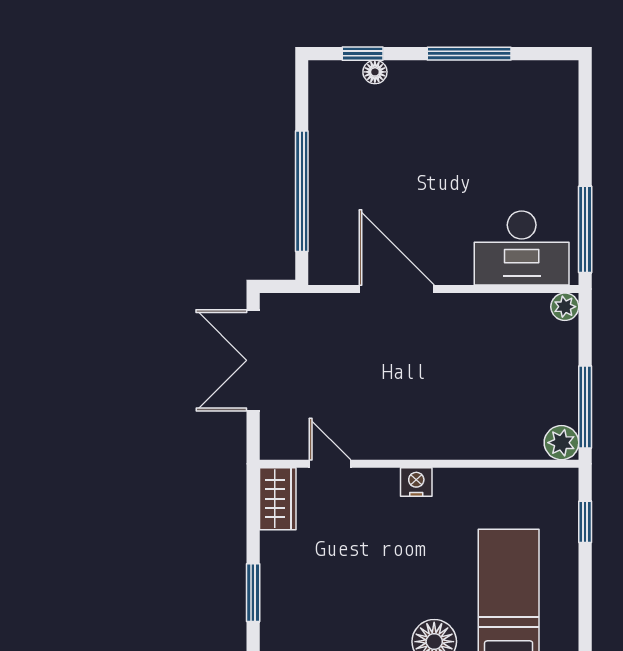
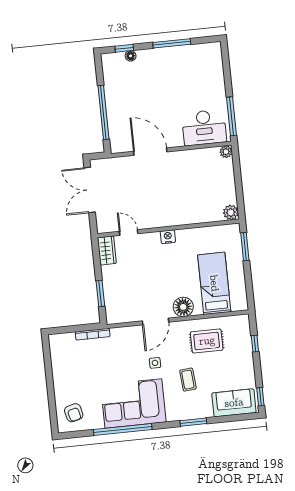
window: (585, 407) -> (240, 195), removed
window: (585, 522) -> (245, 247), width x1.50

